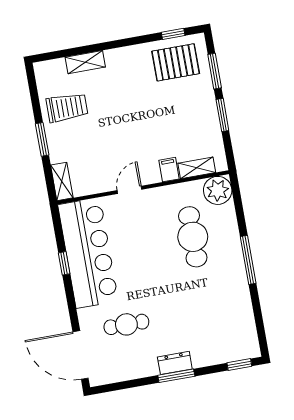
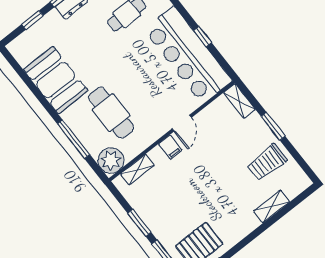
filing cabinet: (169, 170) -> (170, 147), moved
window: (248, 260) -> (74, 139), moved
booth: (230, 297) -> (56, 80), added
window: (239, 365) -> (32, 20), moved

